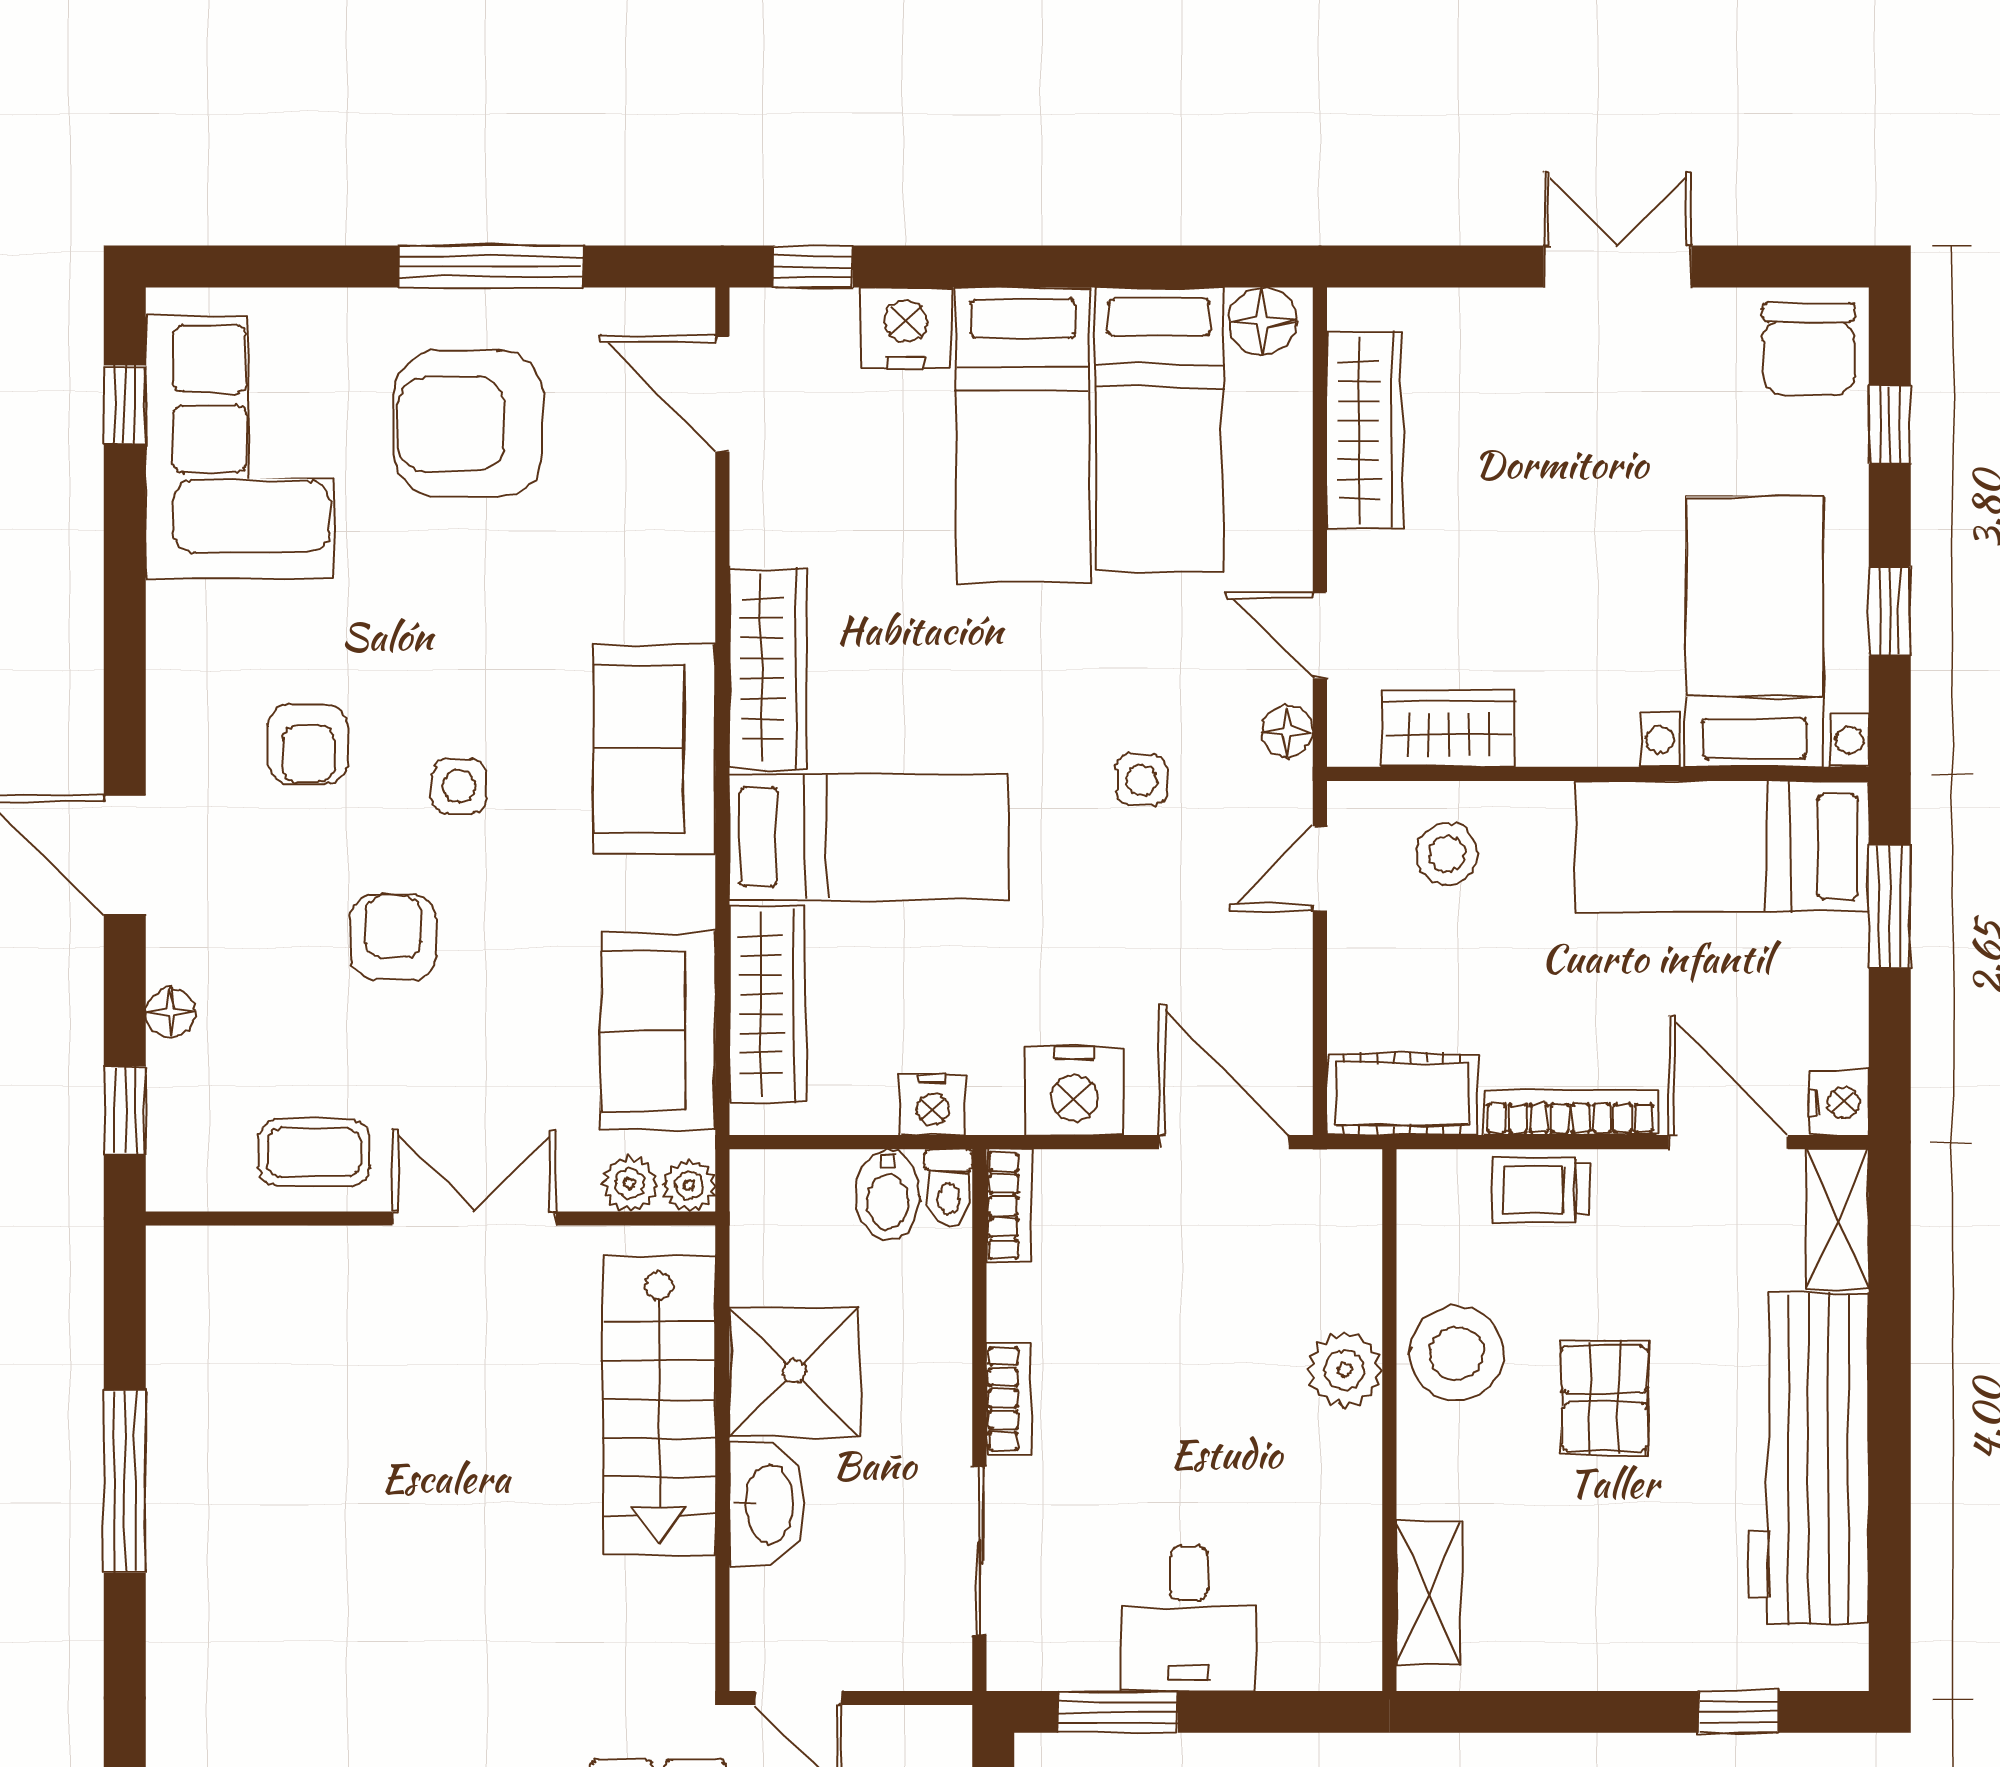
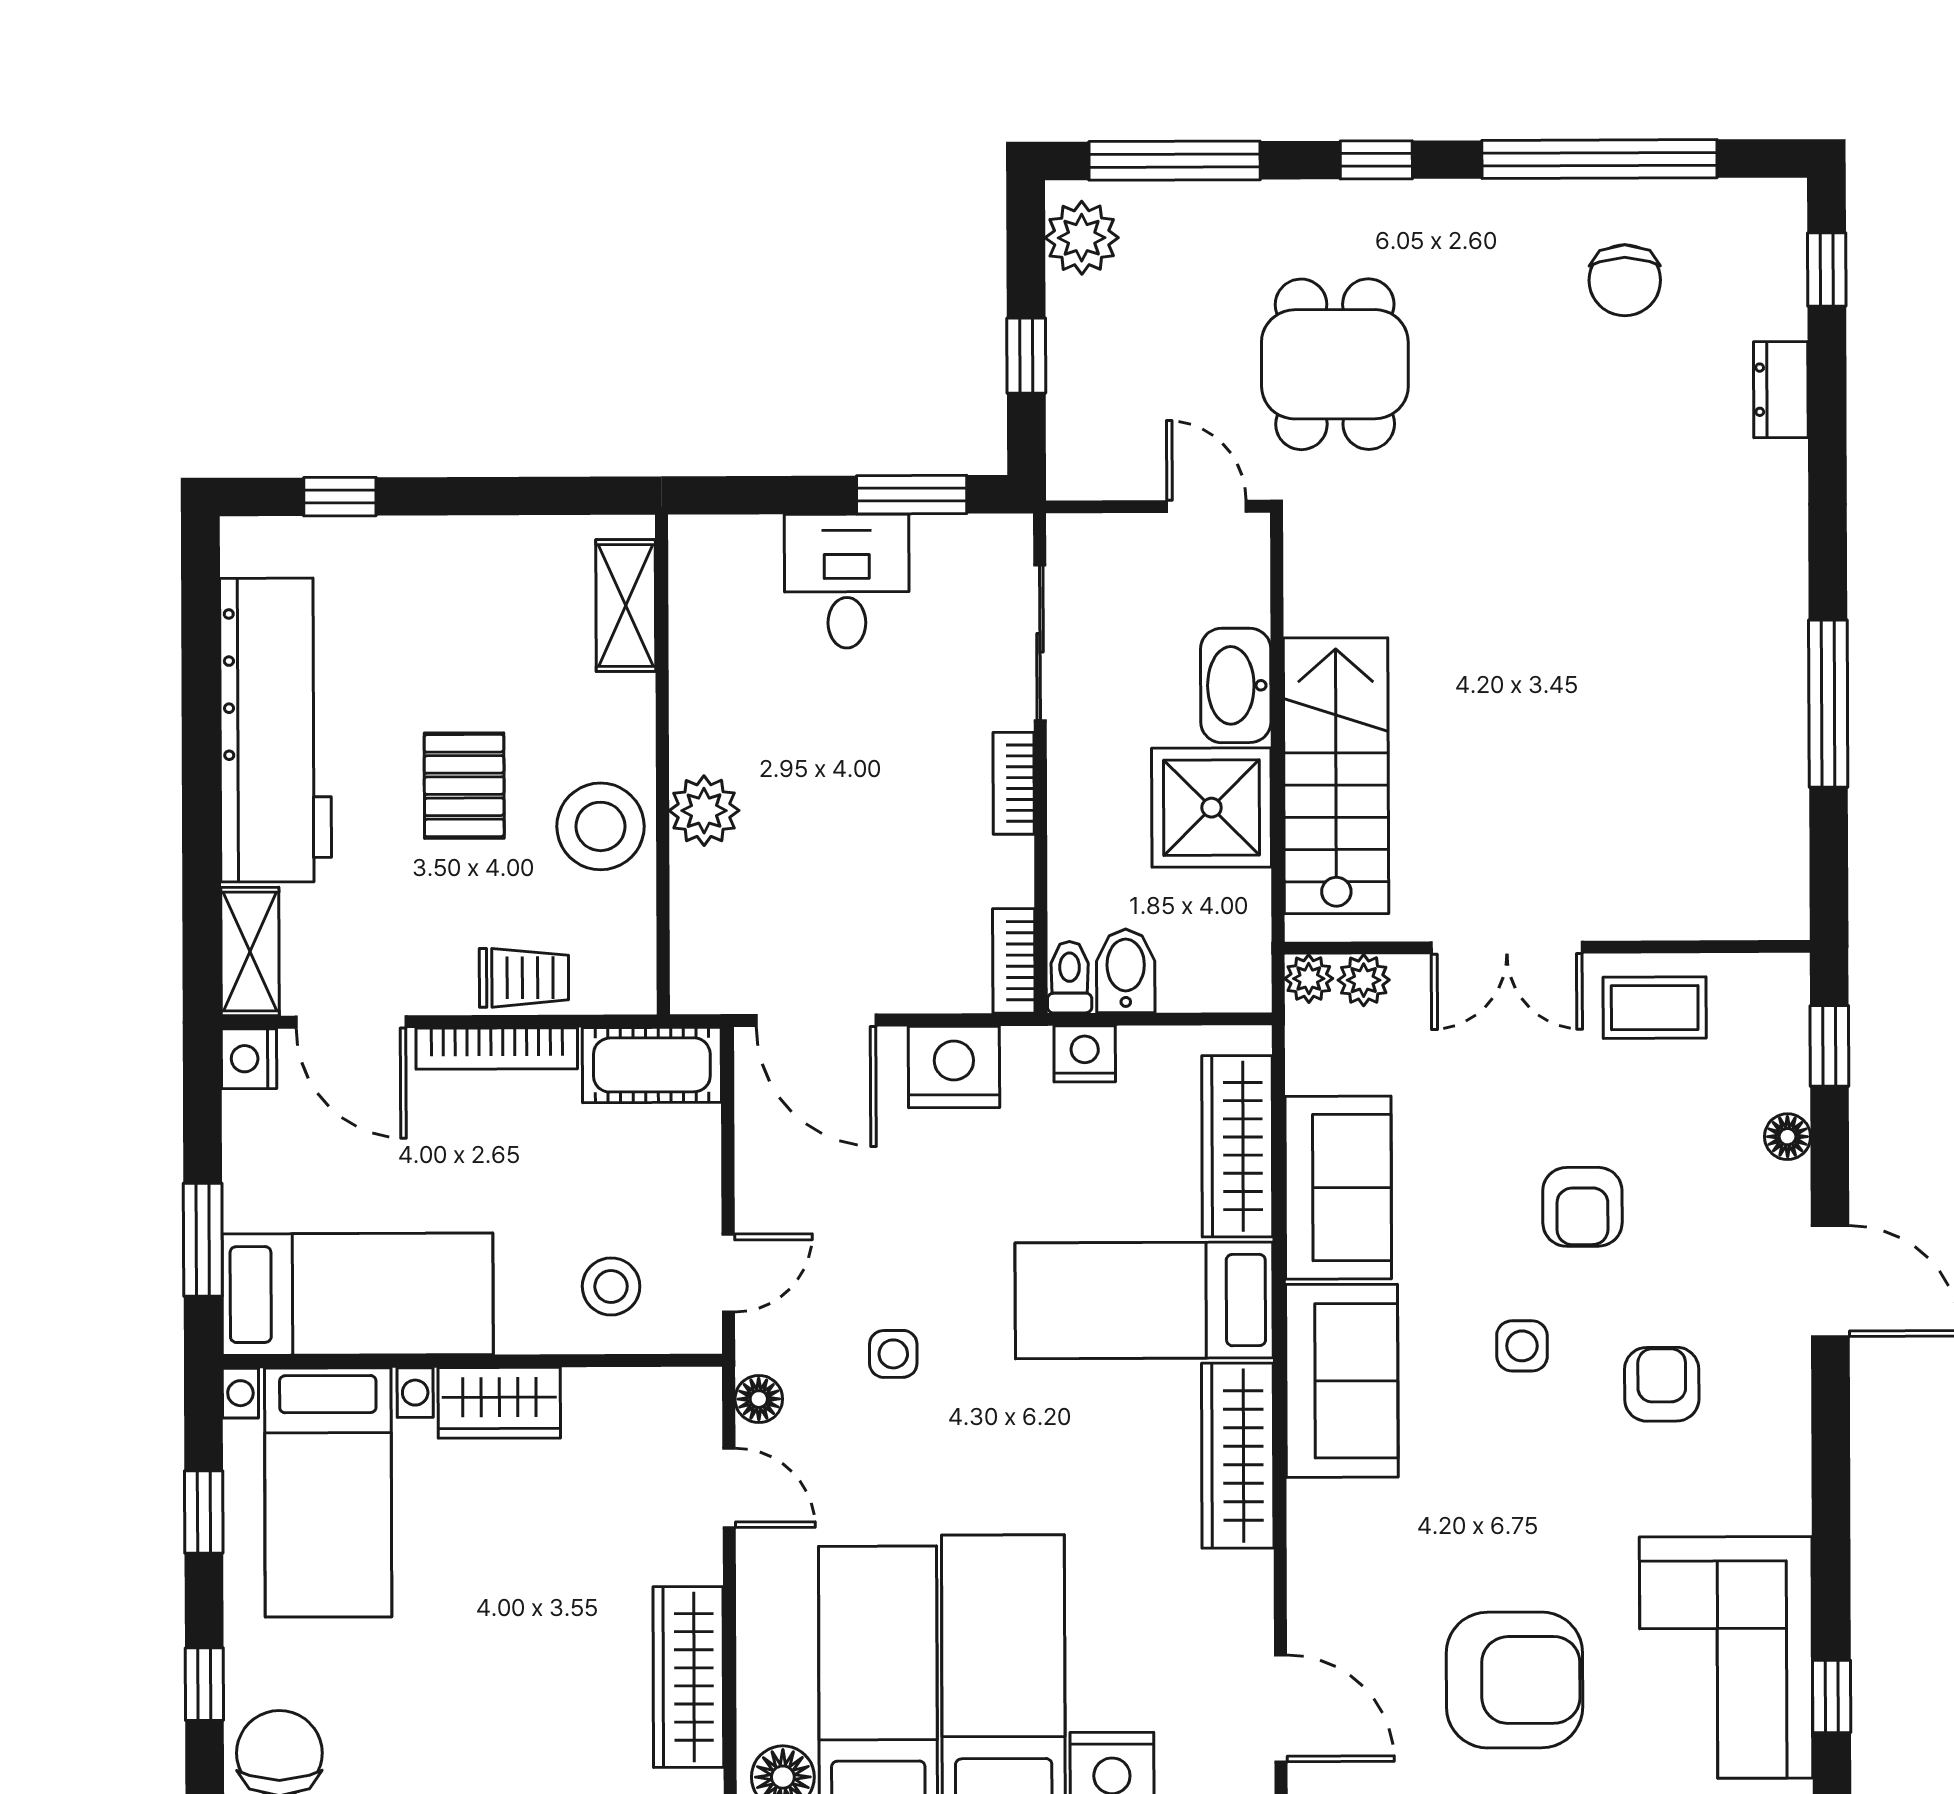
wardrobe: (1449, 728) -> (499, 1403), moved
sofa: (658, 1031) -> (1338, 1188), moved

